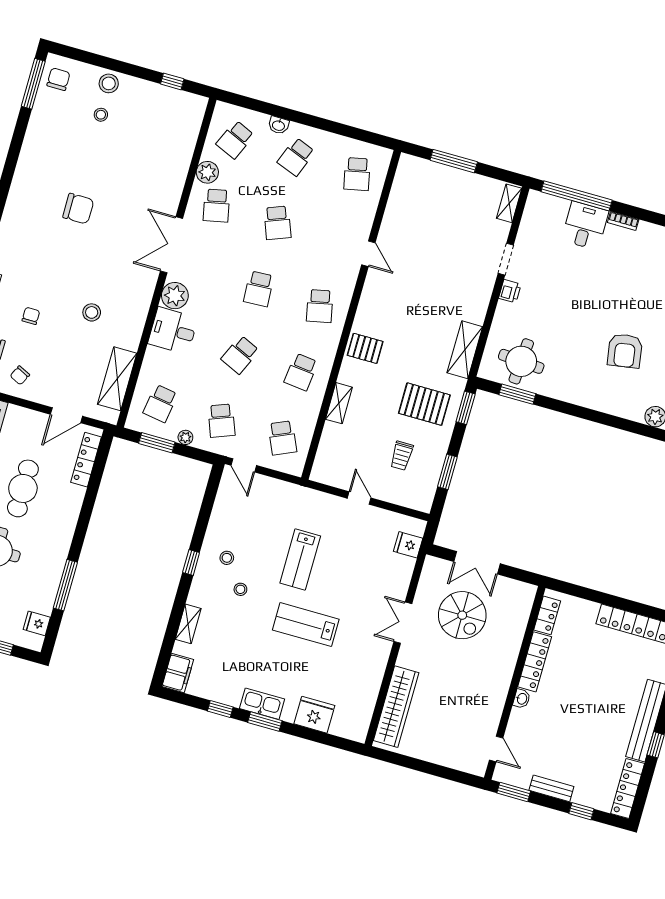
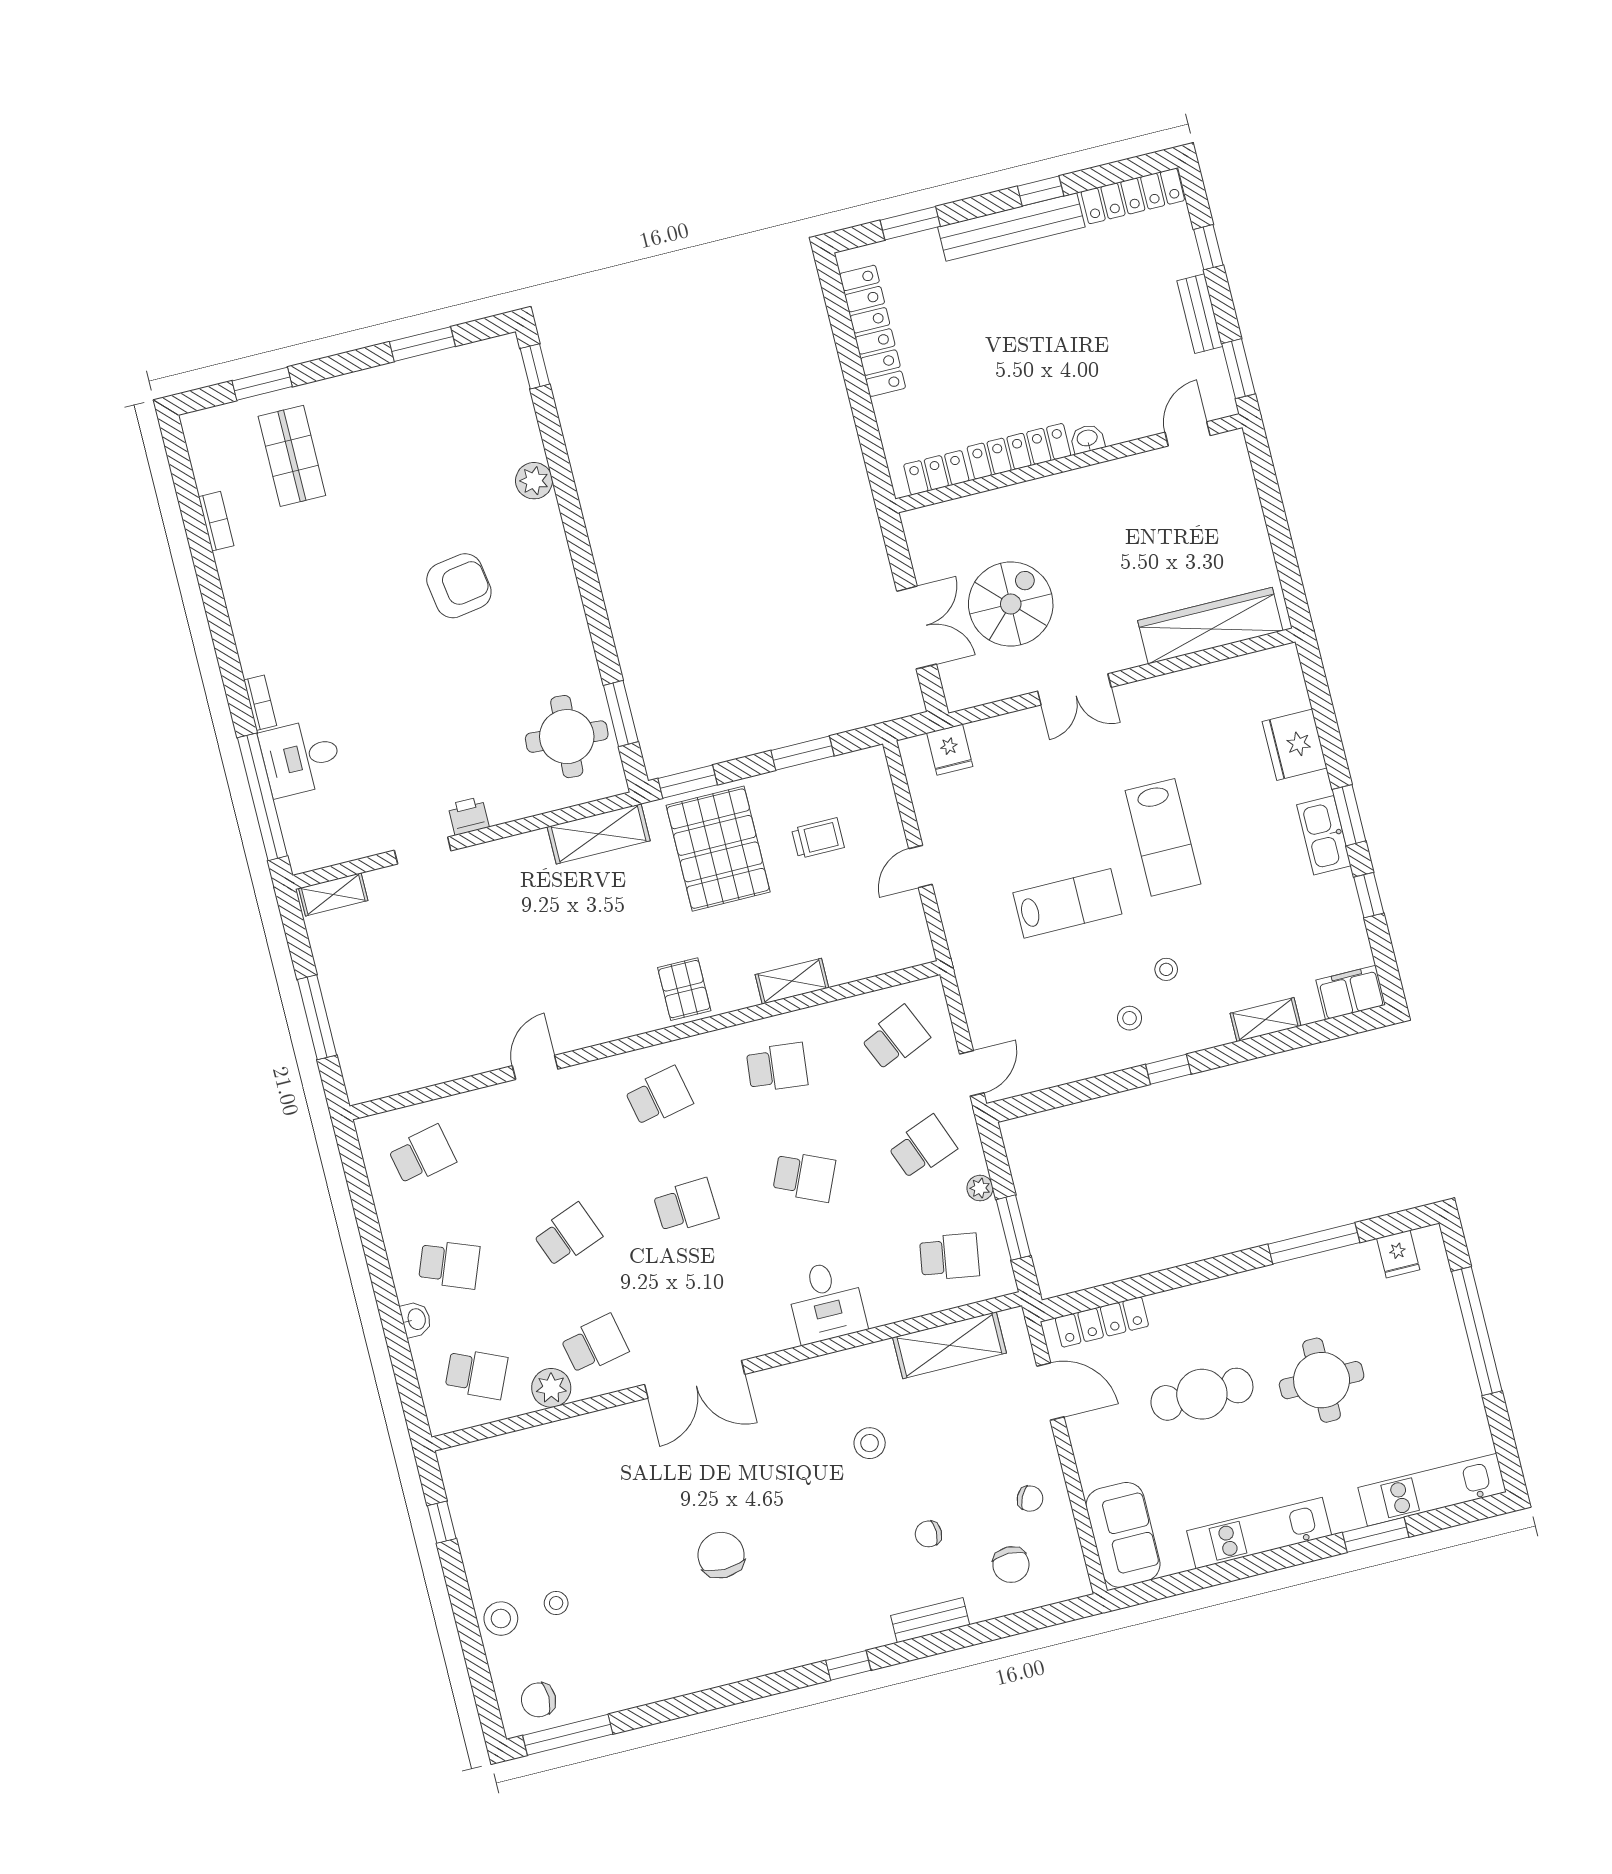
plant: (175, 296) -> (770, 1329), removed
pallet: (424, 404) -> (718, 849), width x1.37, depth x1.41

